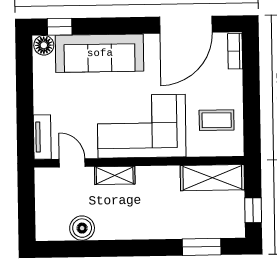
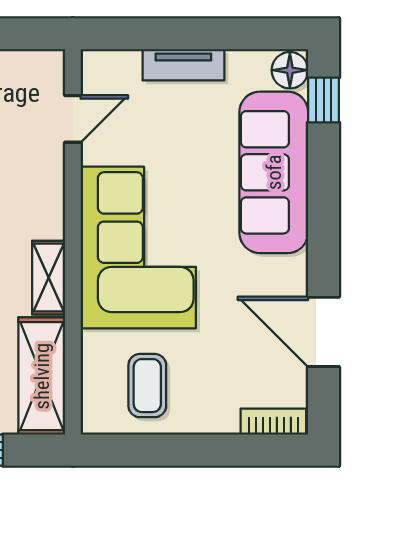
door: (186, 25) -> (324, 332), width x0.73
tv unit: (42, 137) -> (183, 65), moved
shelving: (115, 175) -> (49, 278), moved

